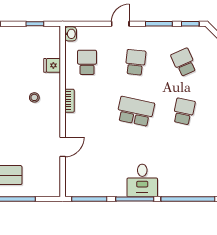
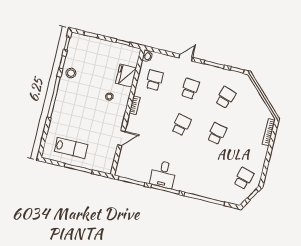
school desk: (184, 62) -> (226, 97), turned 42
fridge: (52, 65) -> (126, 76), width x1.88, depth x1.34
school desk: (135, 111) -> (181, 125), width x0.54
desk: (142, 180) -> (163, 174), moved

